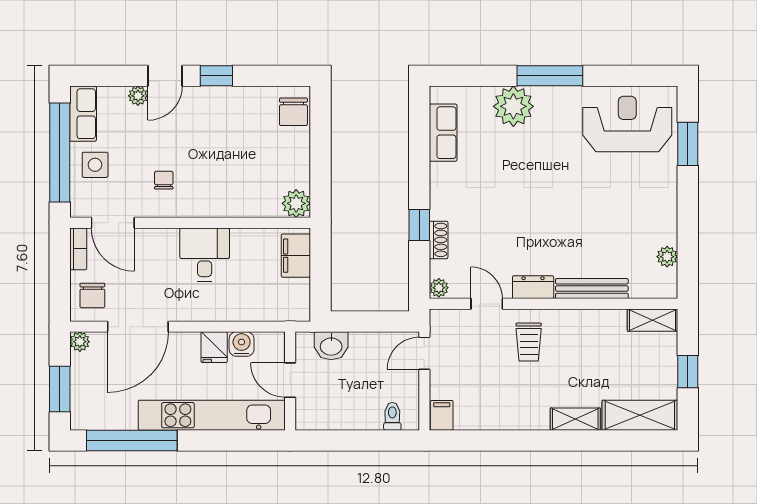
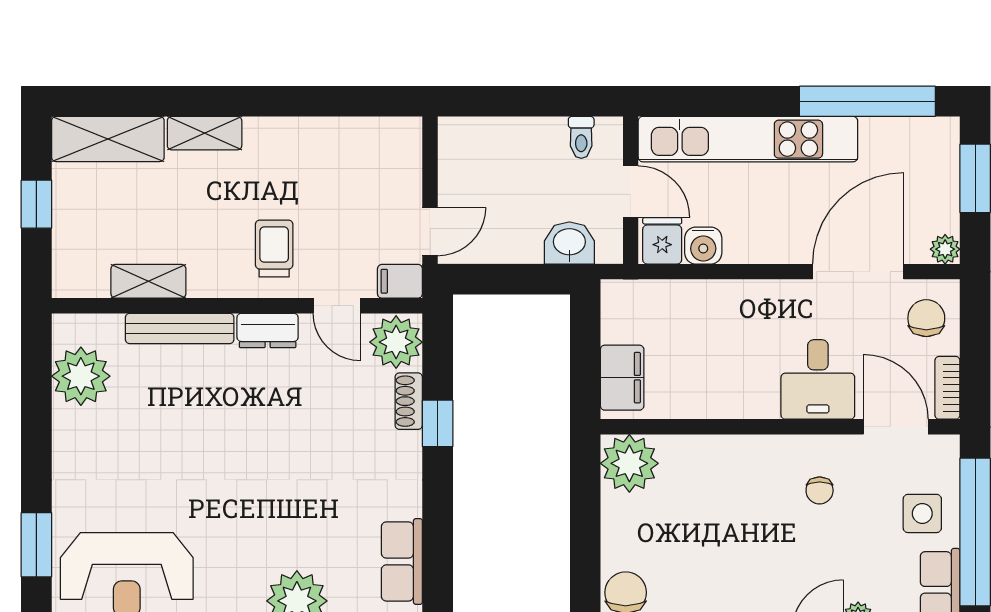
plant: (296, 203) -> (629, 463), width x1.36, depth x1.36
desk: (205, 254) -> (818, 379), moved
plant: (667, 257) -> (81, 376), width x1.87, depth x1.87
plant: (439, 288) -> (396, 342), width x1.87, depth x1.87
shelving: (653, 320) -> (148, 281), moved
fridge: (214, 347) -> (662, 241), moved
filing cabinet: (442, 415) -> (400, 281), moved, turned 90
toilet: (392, 416) -> (581, 137), moved

